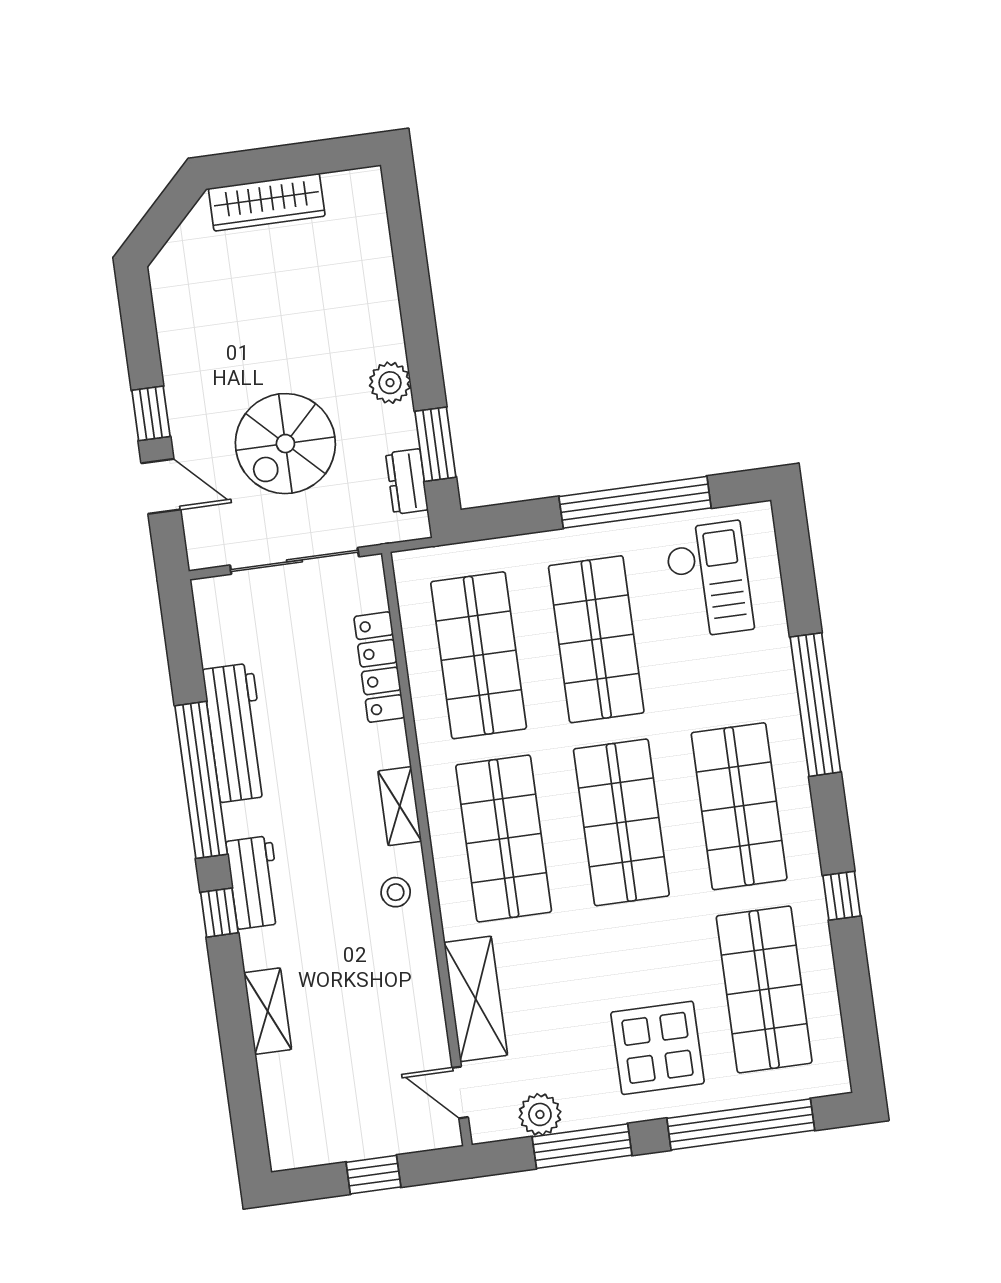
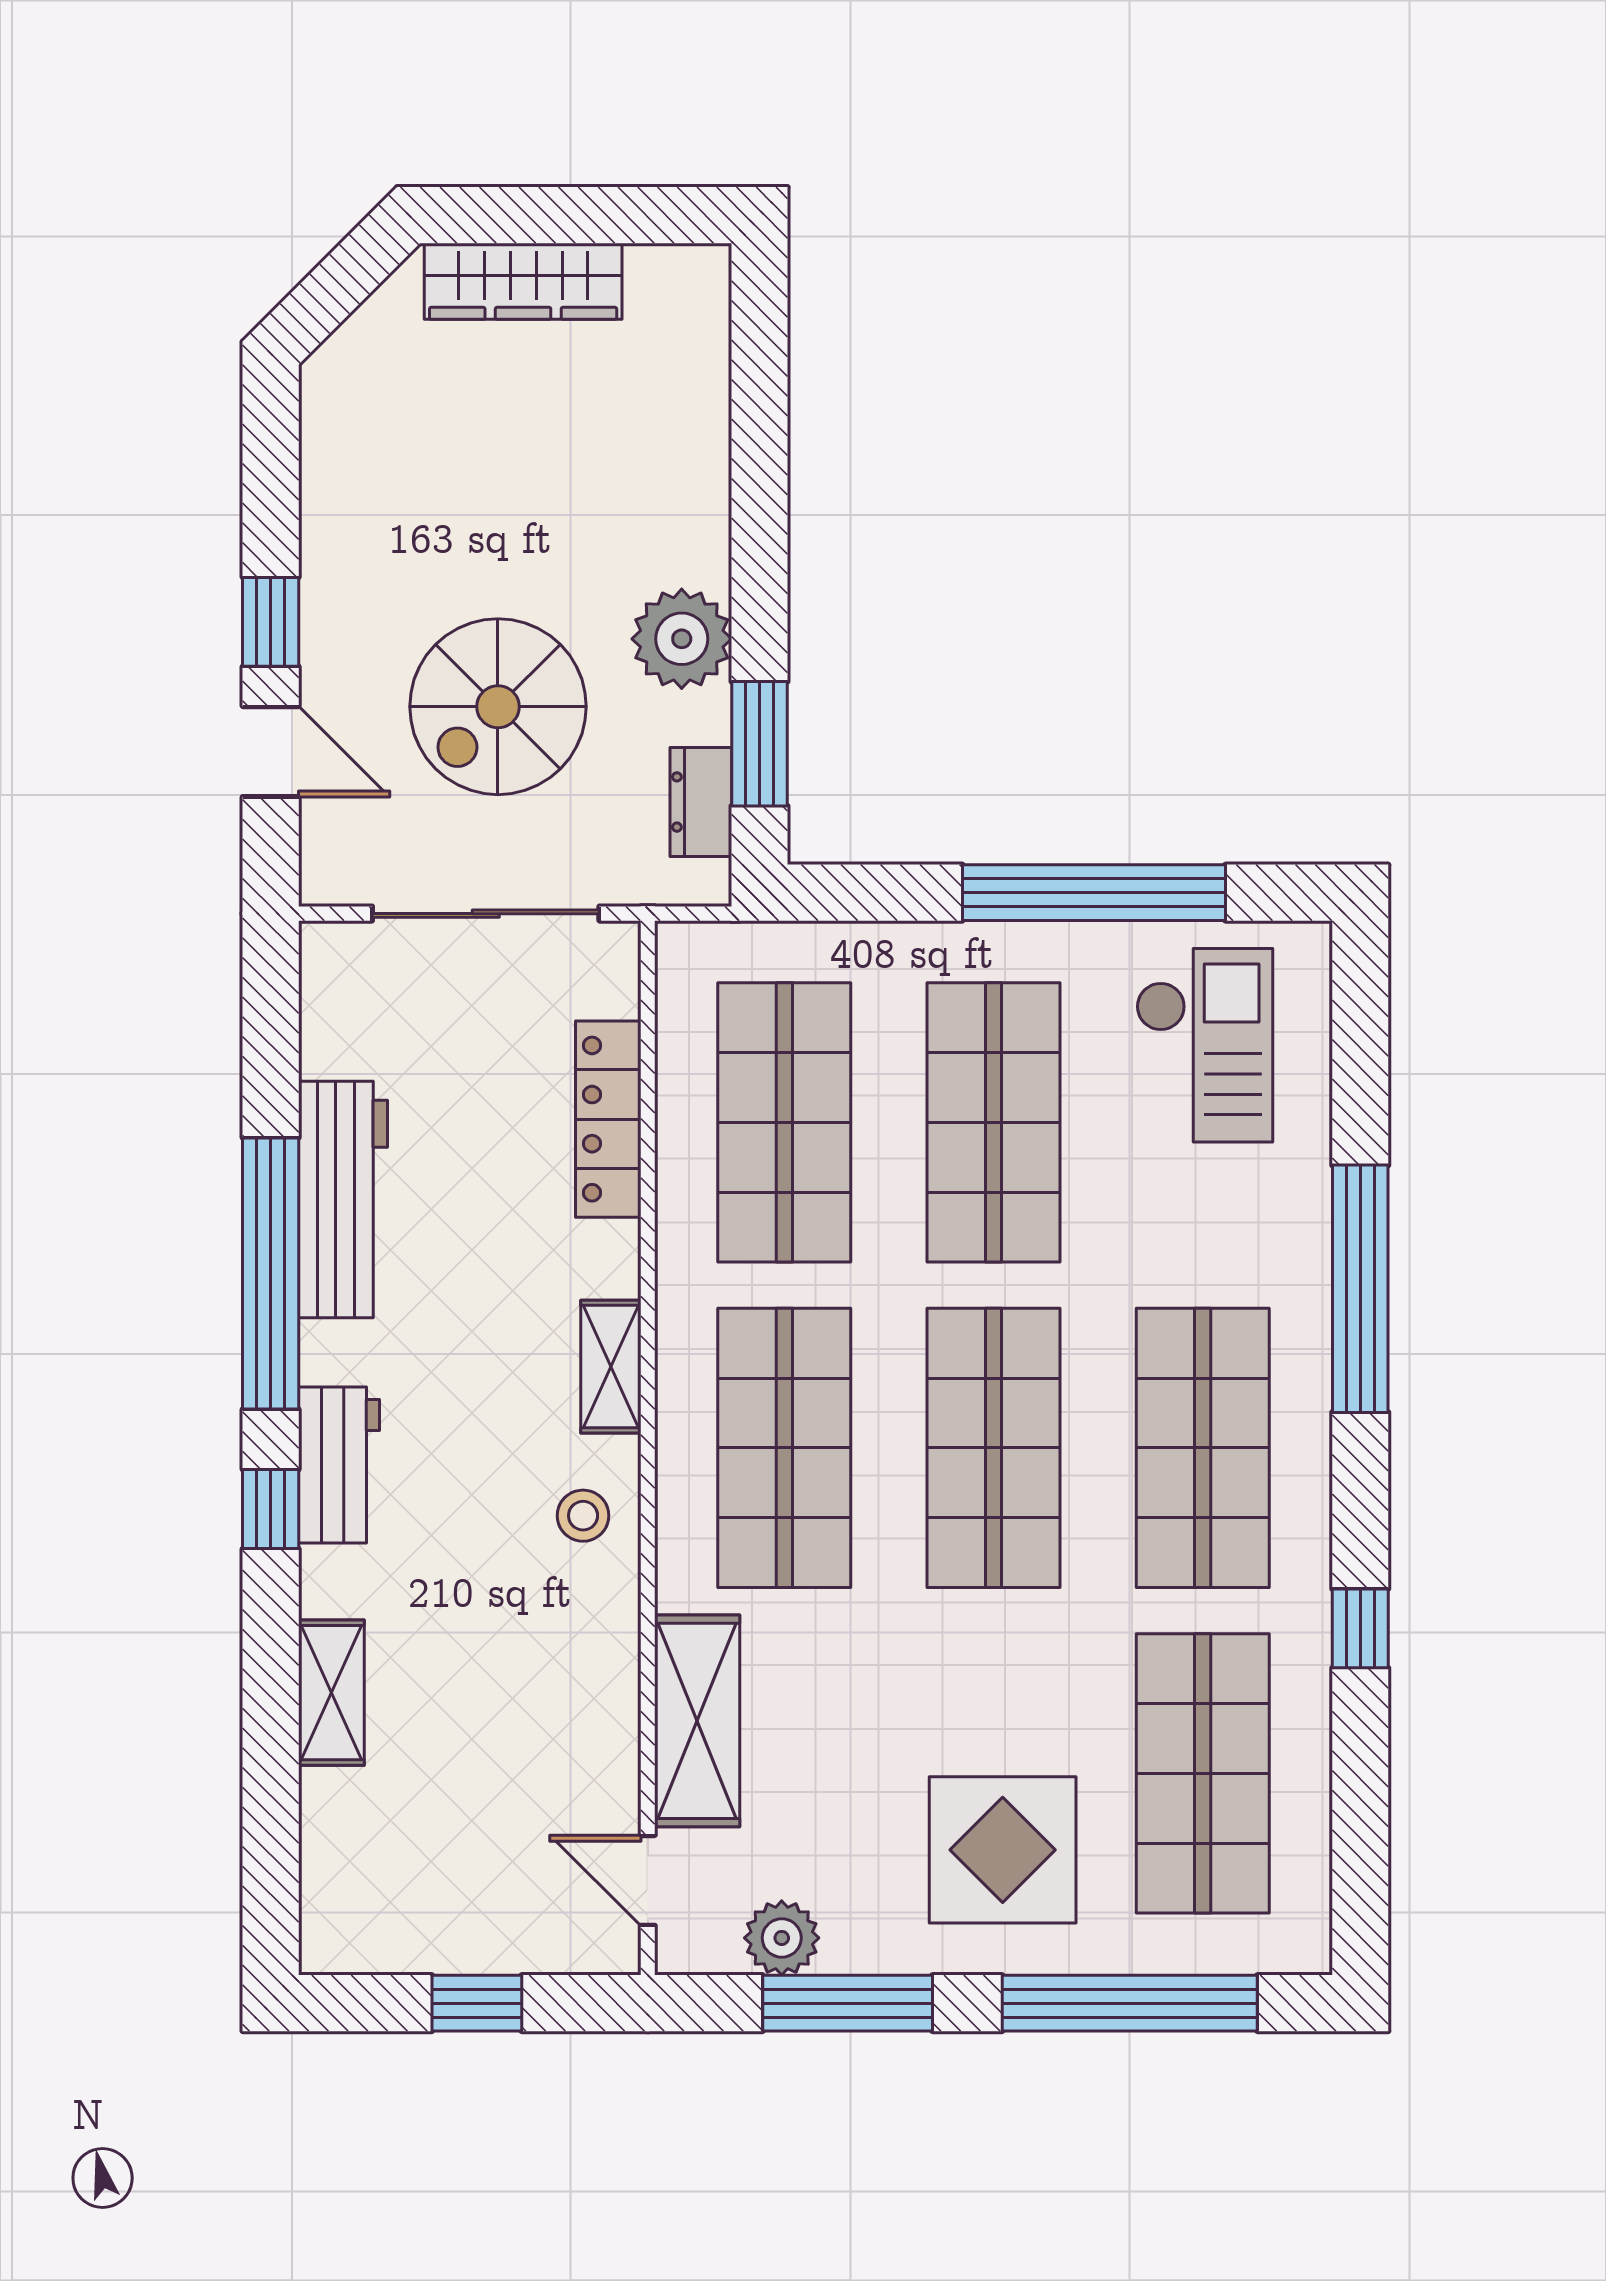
plant: (390, 383) -> (682, 639), width x1.36, depth x1.36

